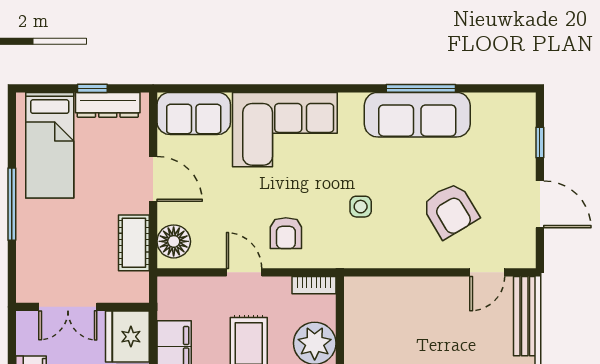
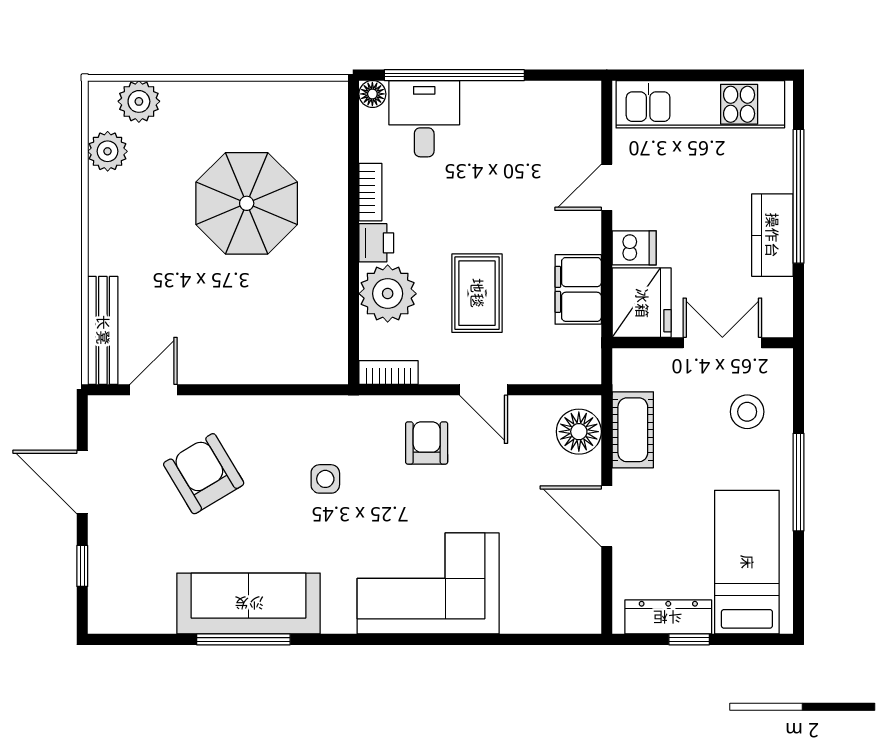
sofa: (194, 113) -> (552, 605), removed
stool: (50, 256) -> (747, 412), added

